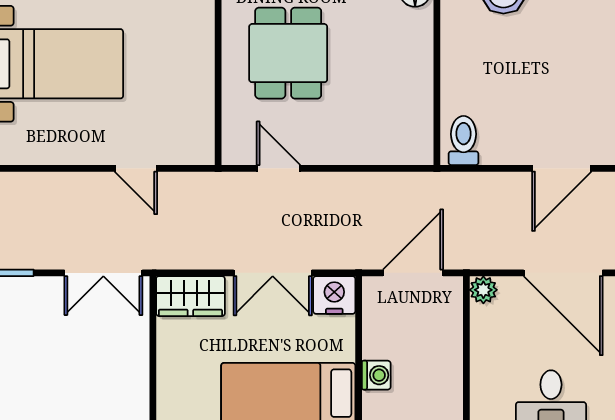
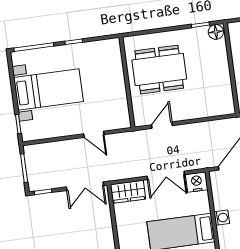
dining table: (288, 53) -> (159, 70), width x1.38
door: (279, 168) -> (162, 125), hinge flipped

